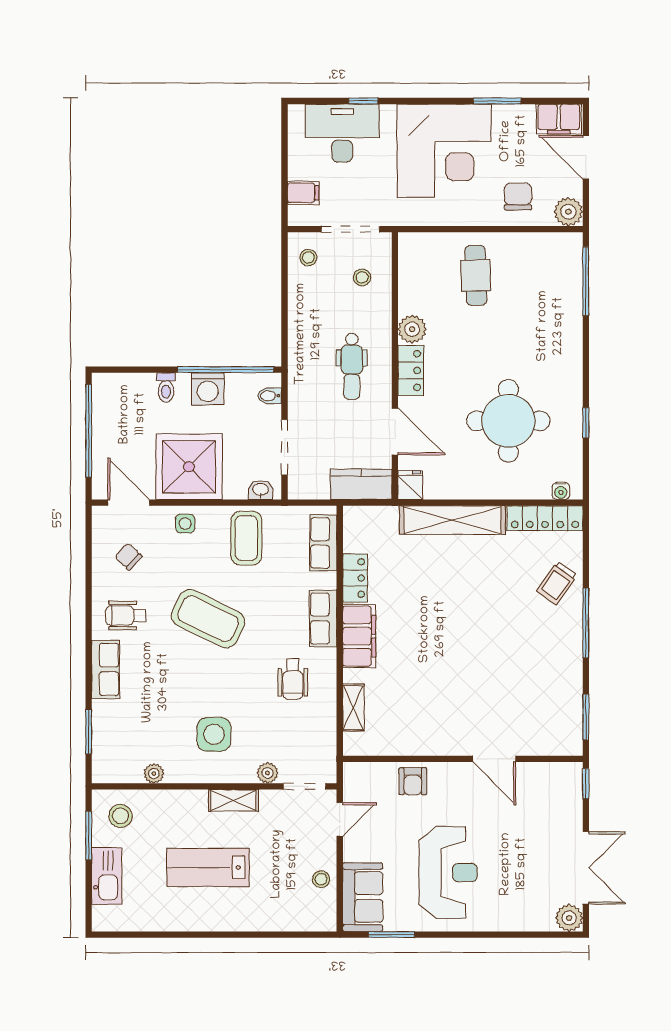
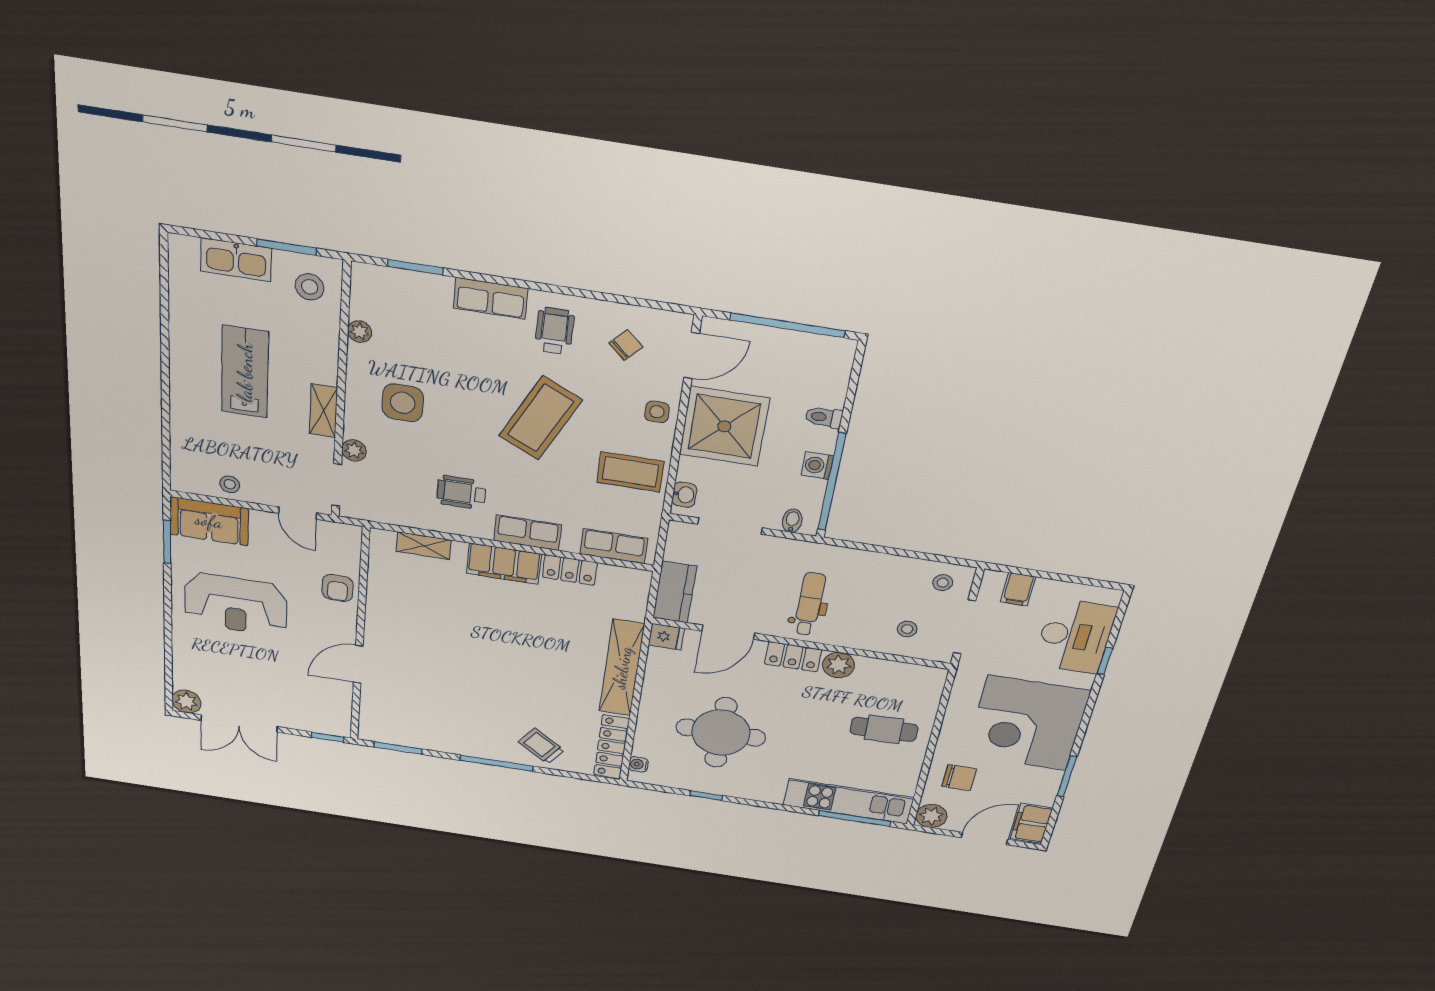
kitchen unit: (566, 291) -> (848, 801), added
dental chair: (352, 366) -> (809, 604), turned 90
washing machine: (208, 389) -> (817, 465), width x0.73, depth x0.73
armchair: (413, 781) -> (338, 588), turned -90

